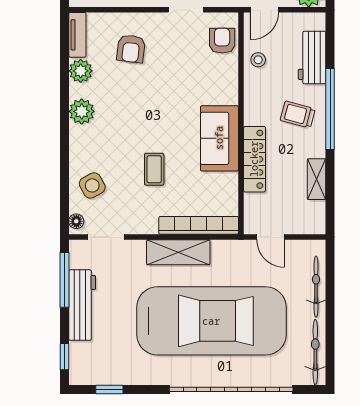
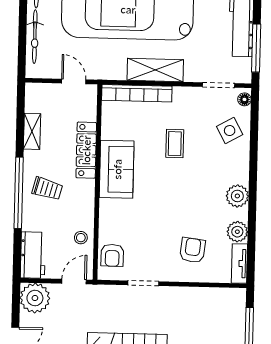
workbench: (312, 57) -> (33, 255), moved

